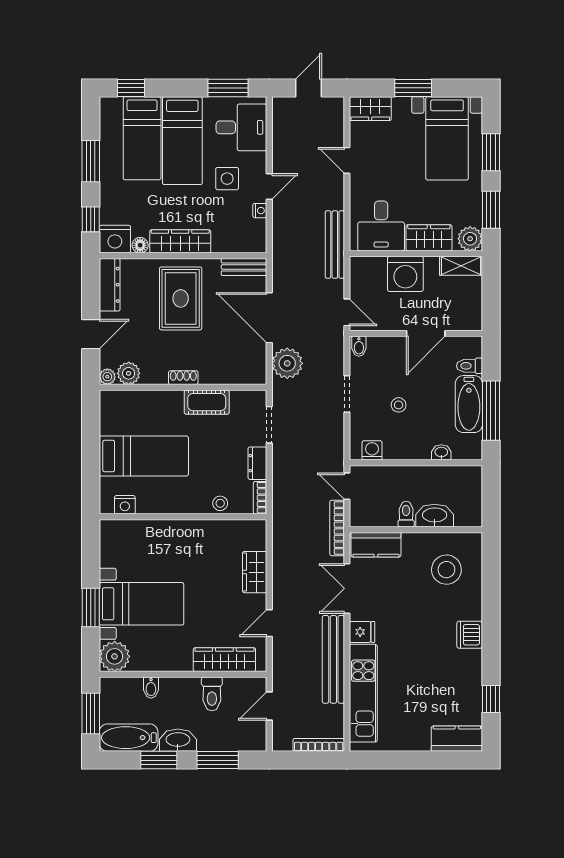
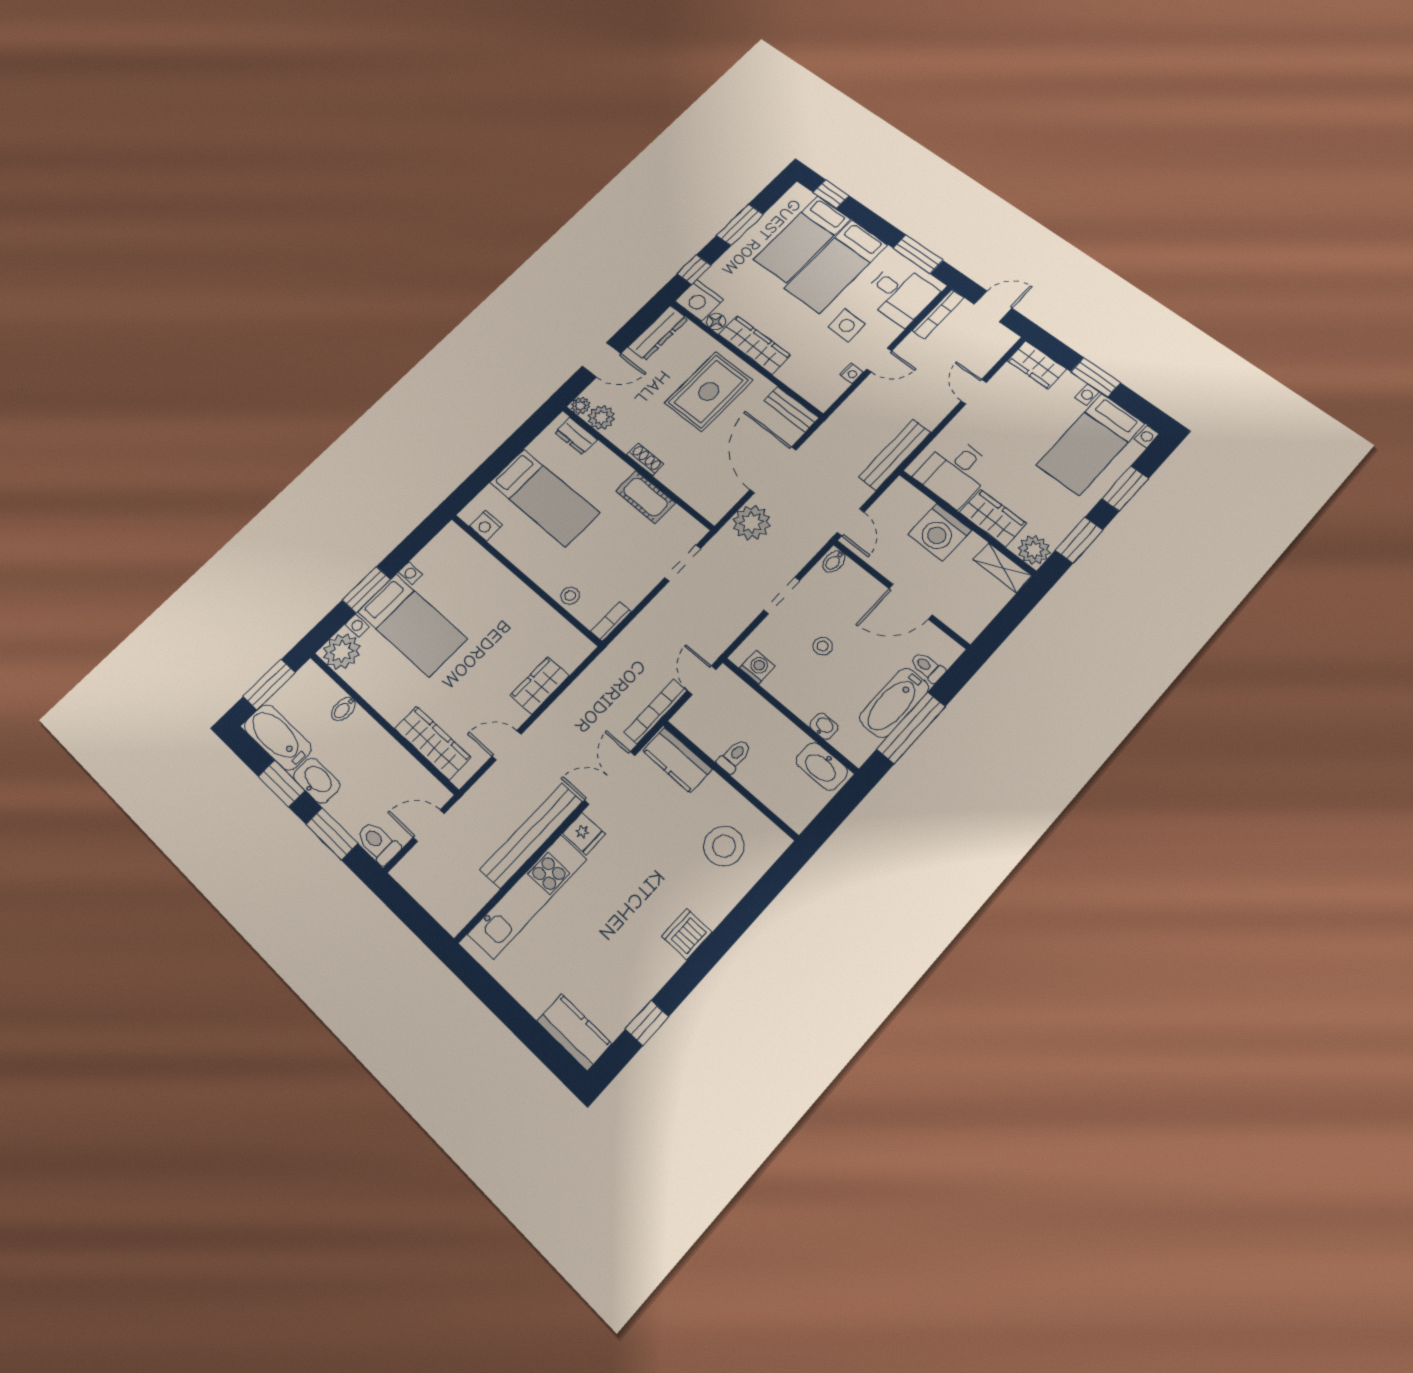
dresser: (257, 463) -> (576, 436), moved, turned -90
washbasin: (435, 516) -> (822, 766), moved, turned 180
toilet: (212, 694) -> (378, 843), moved, turned 90
bookcase: (319, 745) -> (938, 314), moved, turned 90

